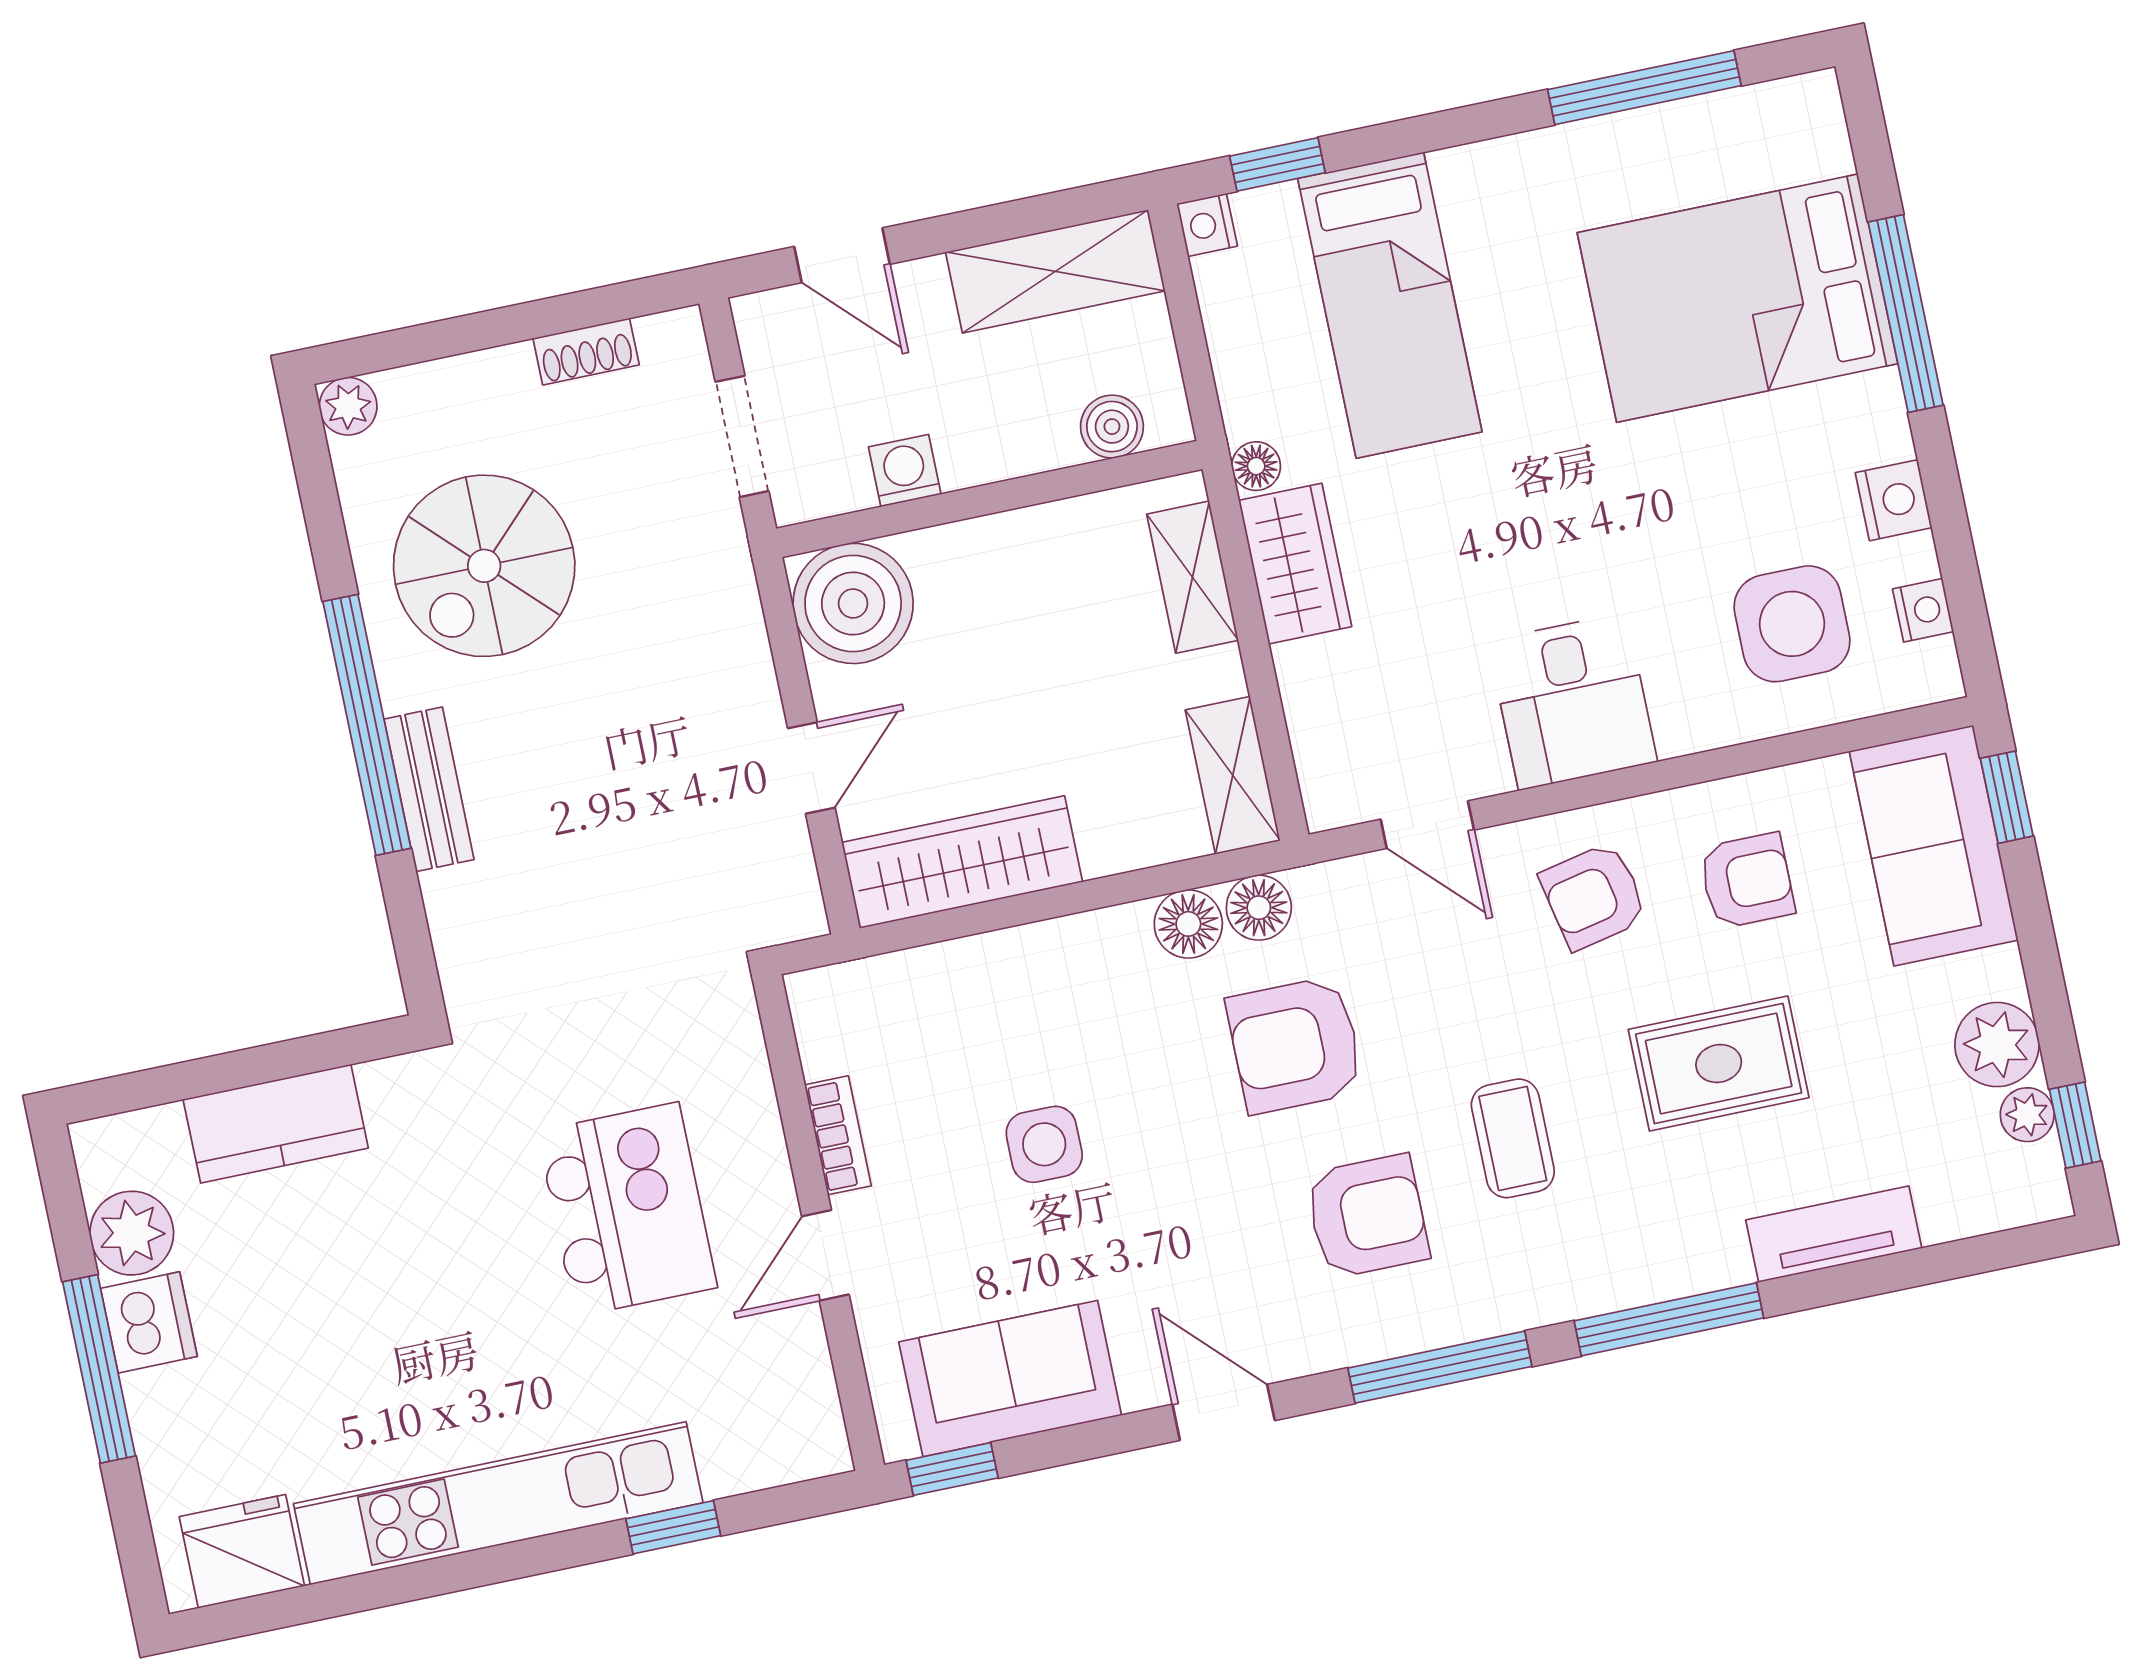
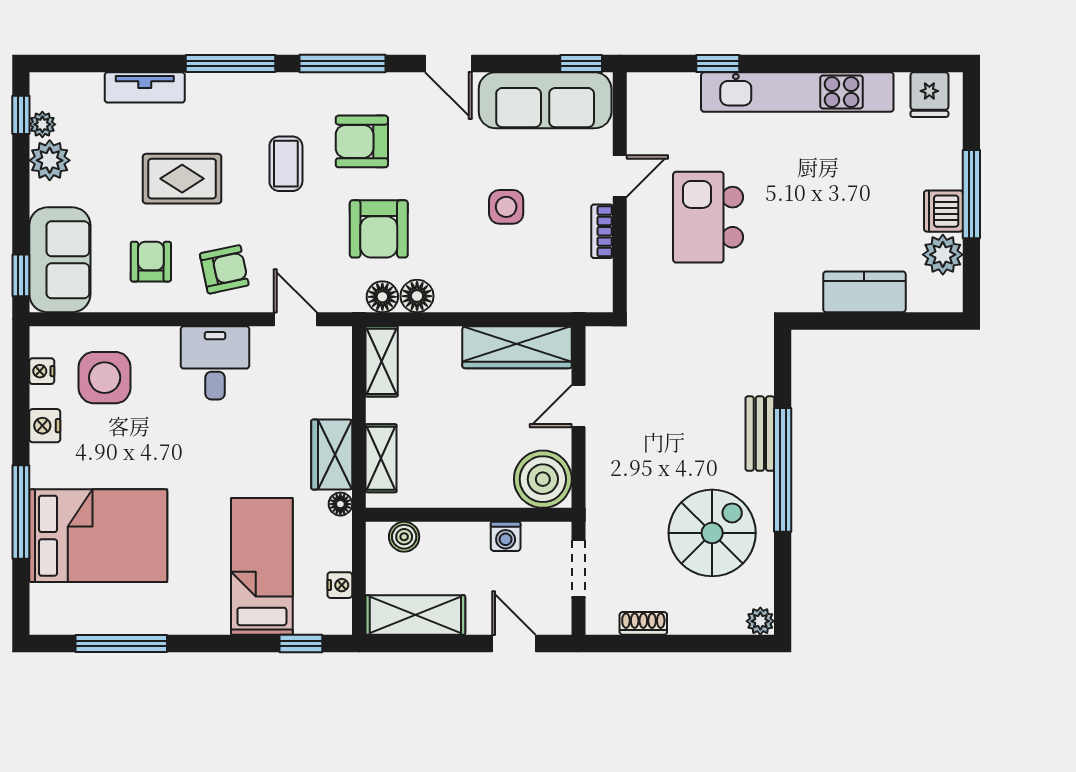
nightstand: (1207, 225) -> (340, 585), moved
armchair: (1747, 881) -> (151, 262), turned 90
armchair: (1295, 1045) -> (379, 229), turned 90
sofa: (1010, 1379) -> (545, 100), width x1.36
fridge: (242, 1551) -> (929, 95), width x0.72

